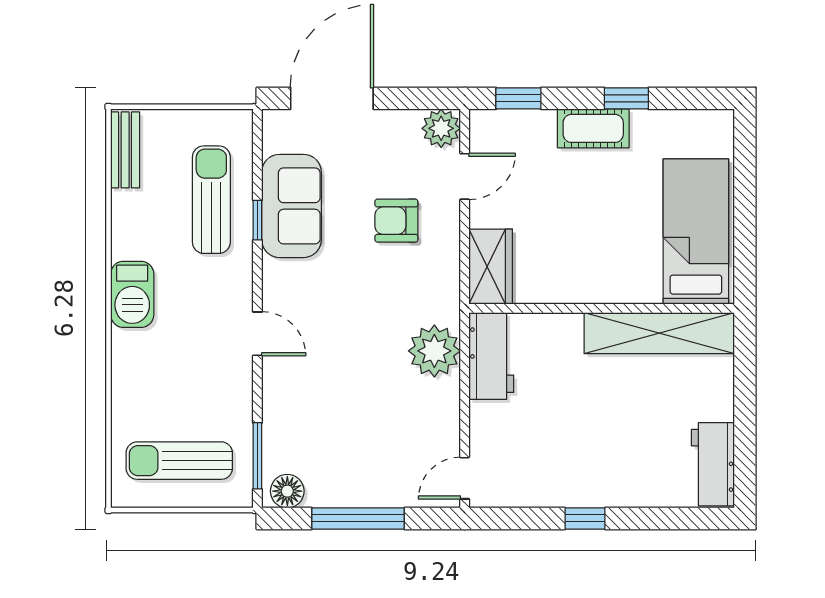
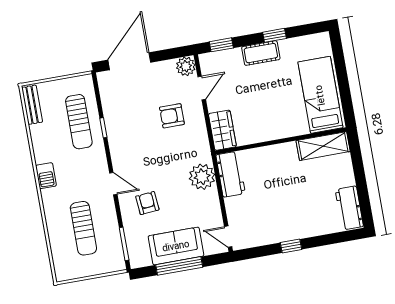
sun lounger: (211, 200) -> (79, 122), turned 180
sofa: (291, 206) -> (176, 246), moved, turned -90
barbecue: (132, 294) -> (46, 176), width x0.73, depth x0.79
shelving: (659, 333) -> (323, 146), width x0.68
armchair: (317, 384) -> (147, 203), added
sun lounger: (179, 461) -> (83, 228), moved, turned -90
door: (465, 478) -> (228, 237), hinge flipped
floor lamp: (287, 491) -> (142, 259), removed

